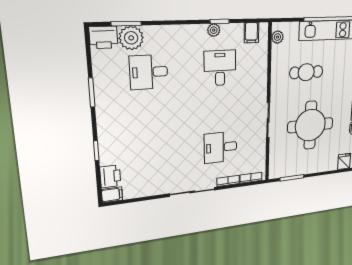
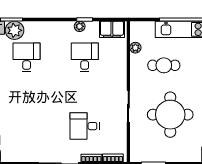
filing cabinet: (251, 33) -> (112, 29), width x2.00
plant: (277, 37) -> (135, 48), moved
desk: (149, 72) -> (27, 57), turned 90

